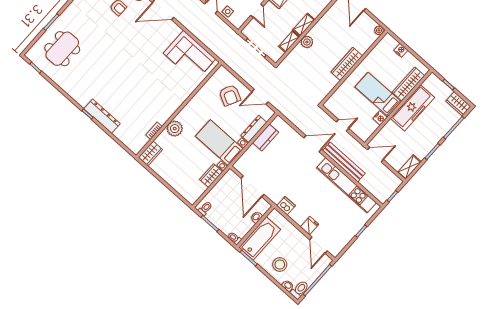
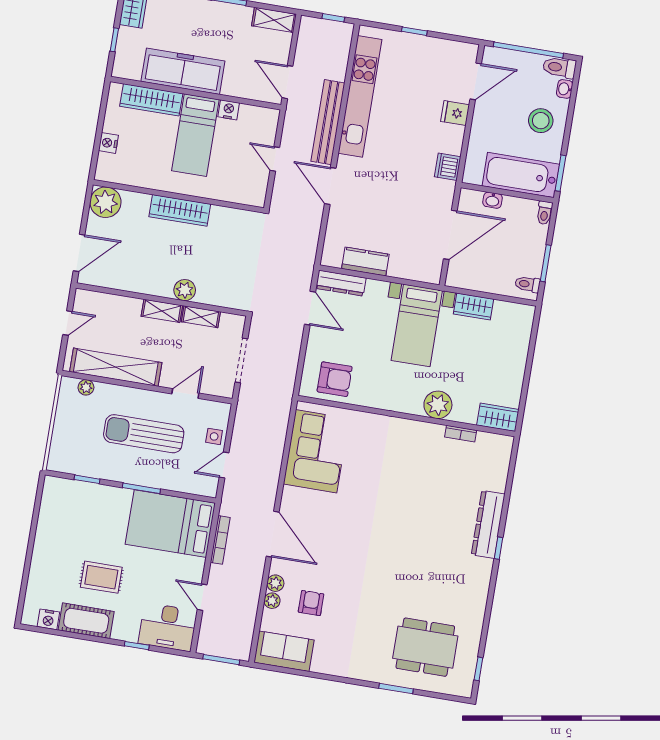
plant: (379, 30) -> (105, 202), width x1.87, depth x1.87
armchair: (230, 95) -> (335, 379), moved, turned 63
dresser: (254, 129) -> (341, 283), moved

